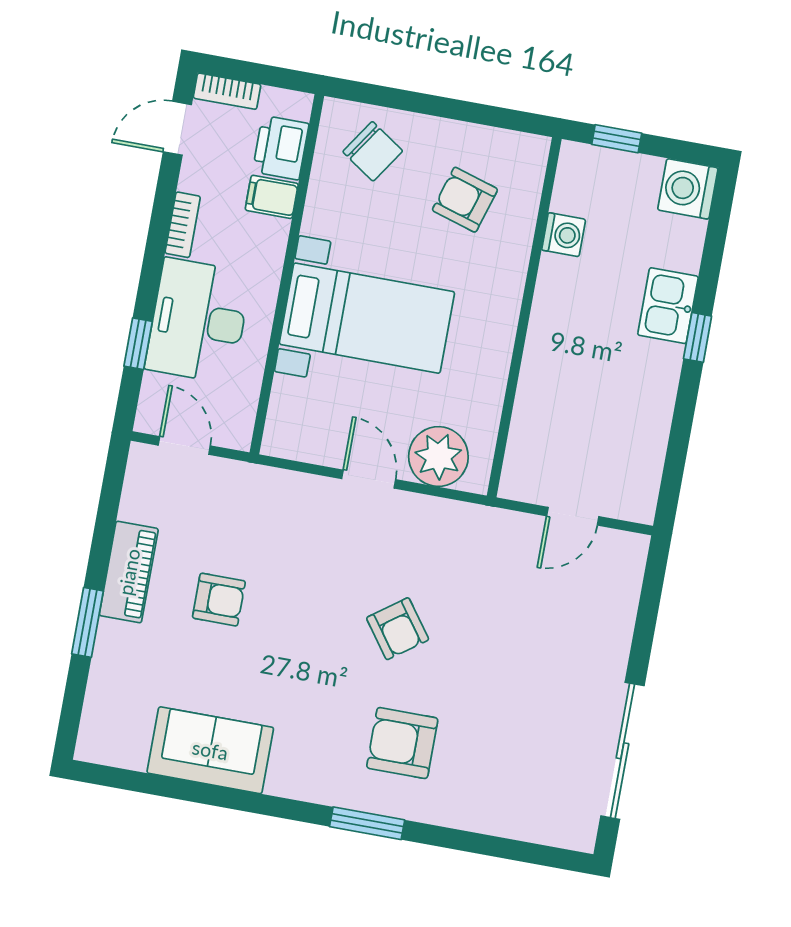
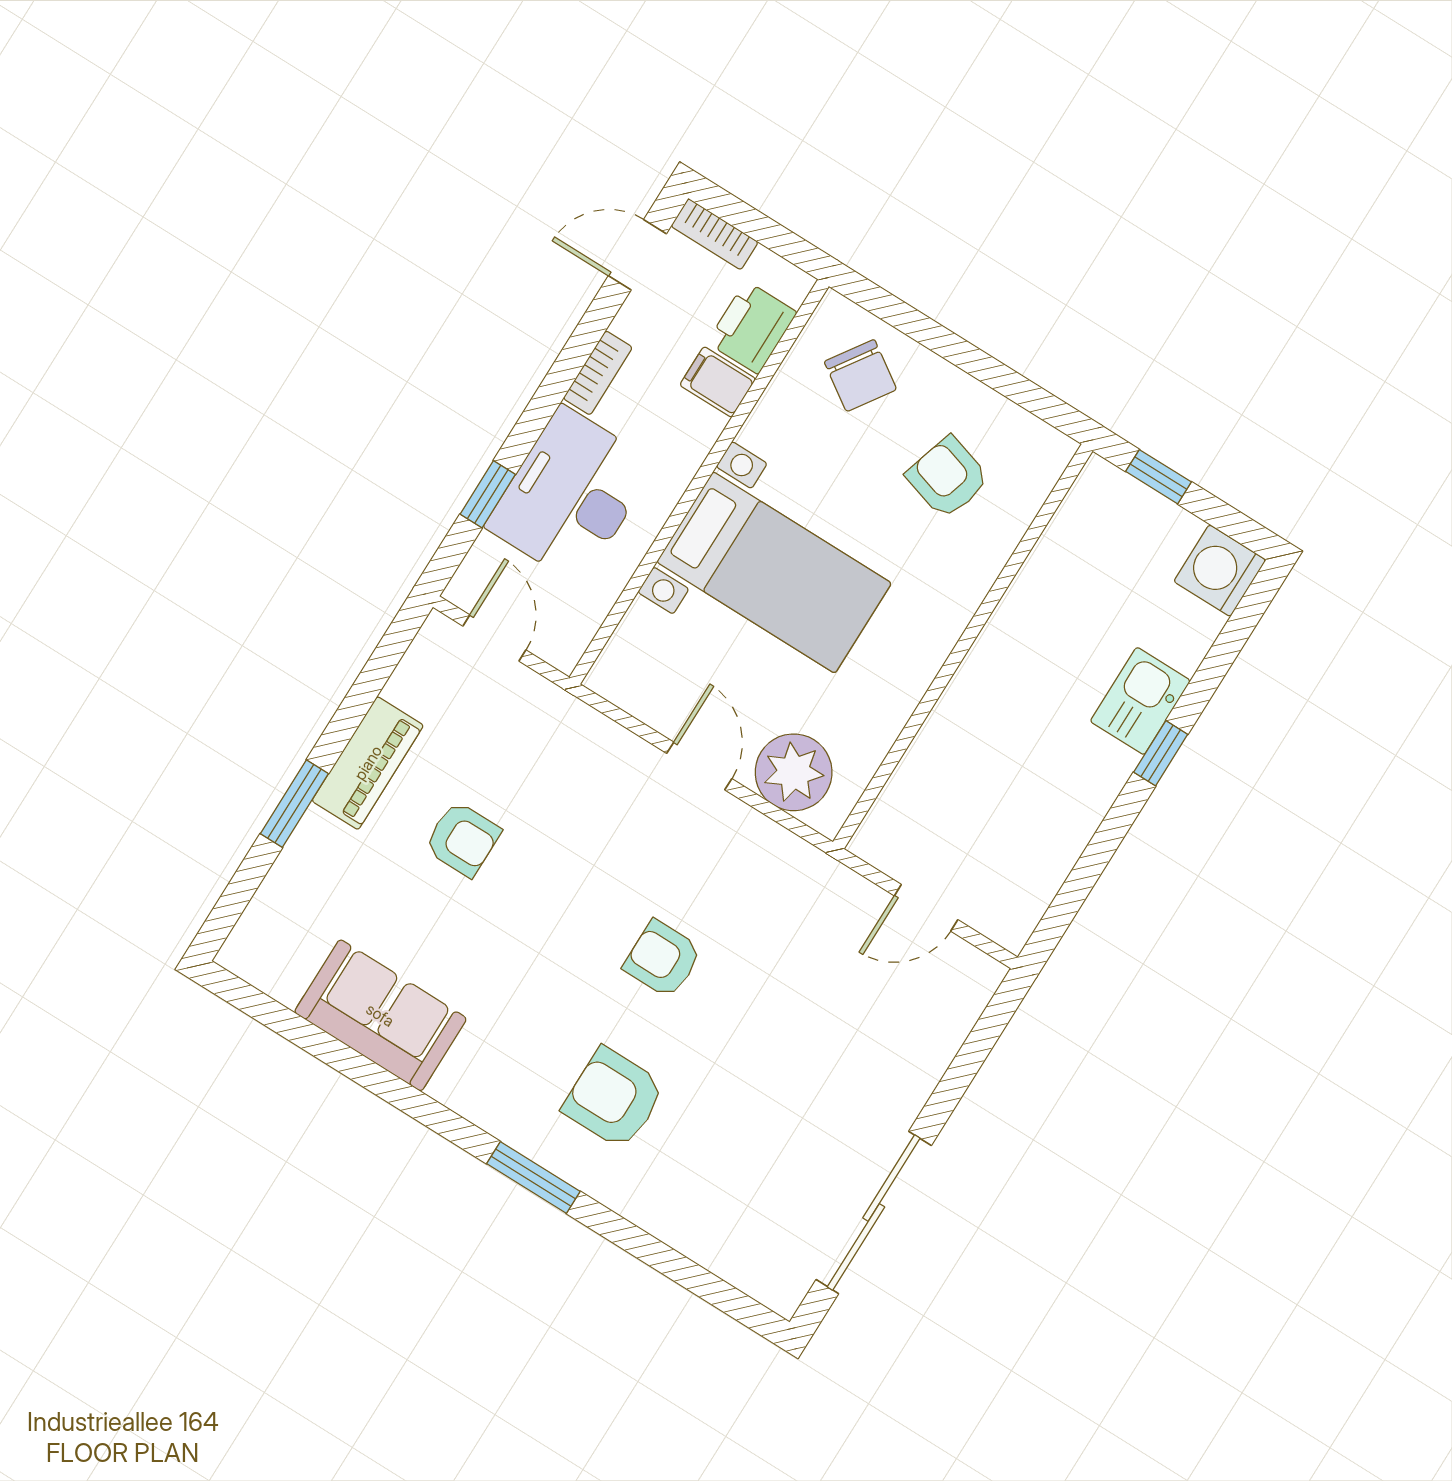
washing machine: (564, 235) -> (1049, 566), removed
armchair: (398, 629) -> (663, 959), turned 126

